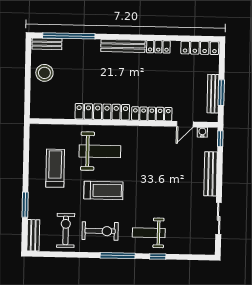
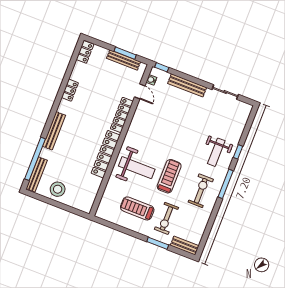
bench: (47, 44) -> (37, 174), width x1.36
bench: (123, 46) -> (54, 131), moved
locker: (200, 48) -> (85, 52), width x0.66
weight bench: (100, 151) -> (137, 168), turned 90
exercise bike: (66, 230) -> (166, 218), moved, turned -90

